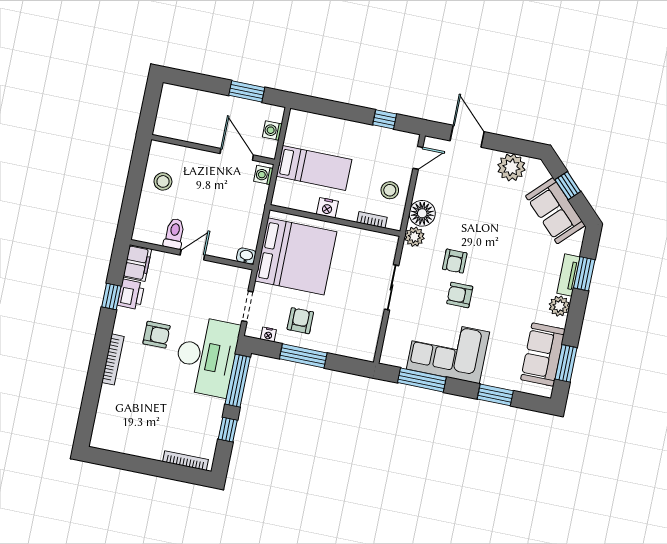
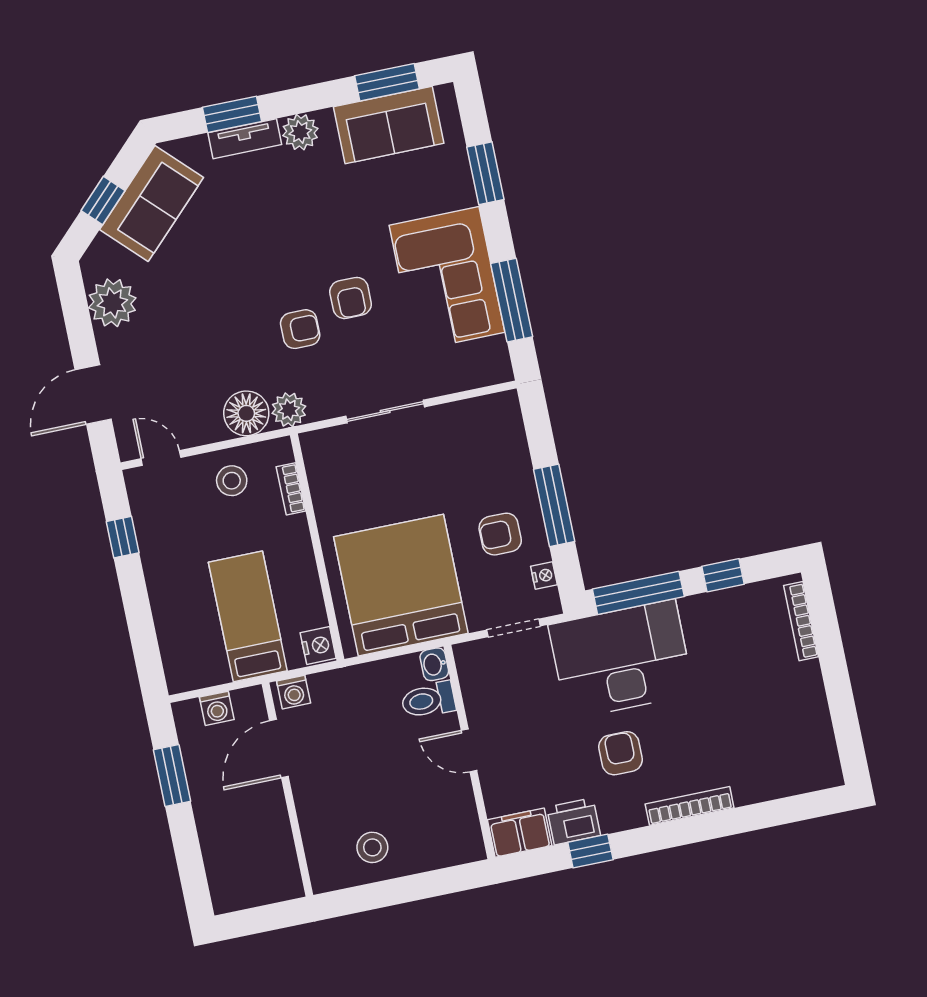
nightstand: (327, 208) -> (318, 645), moved
toilet: (174, 234) -> (428, 700), moved

